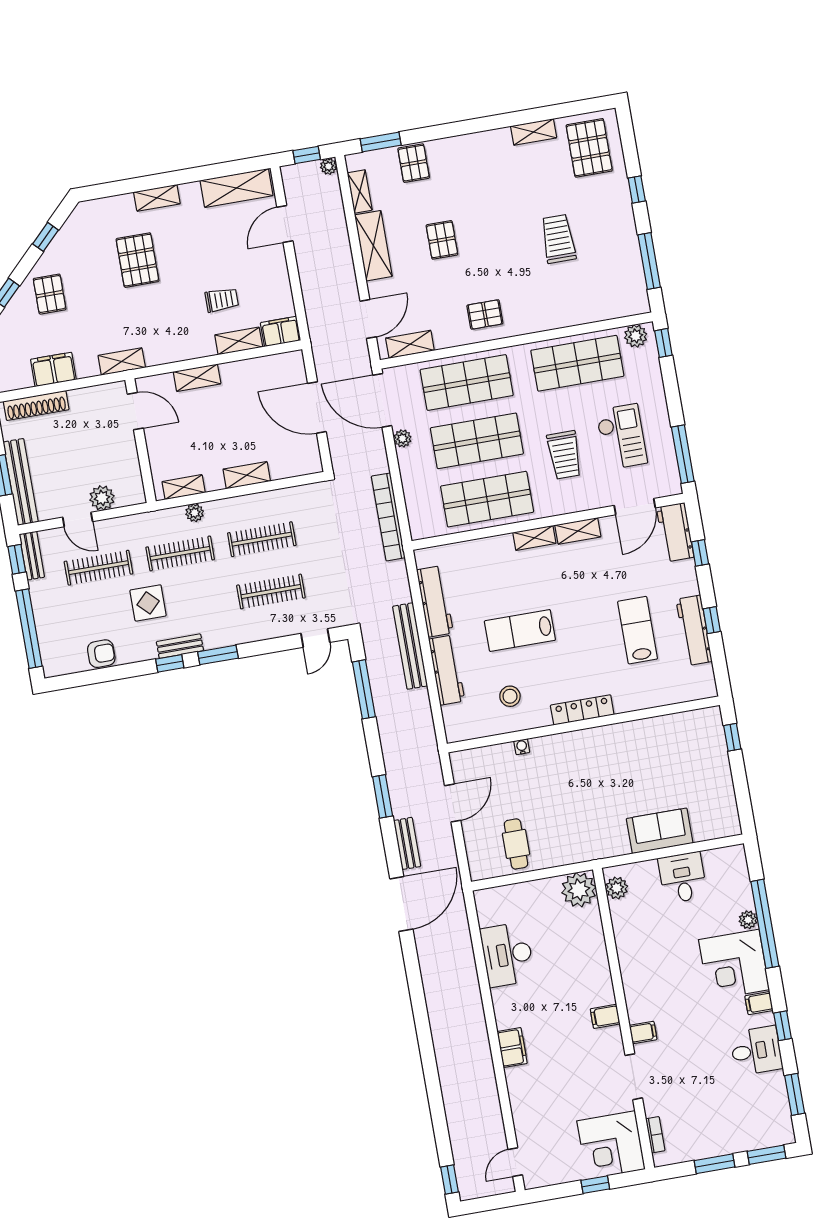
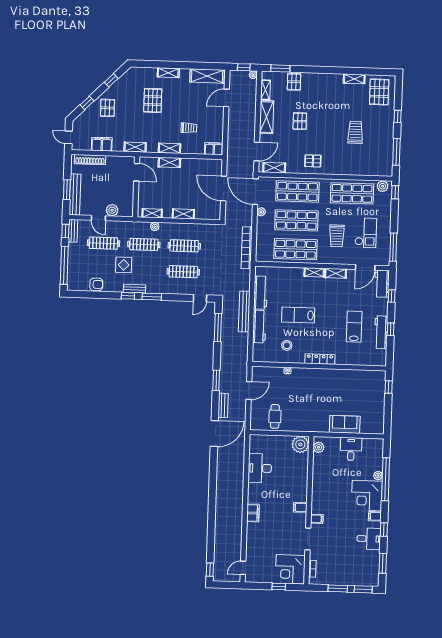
shelving: (239, 341) -> (170, 148), moved

